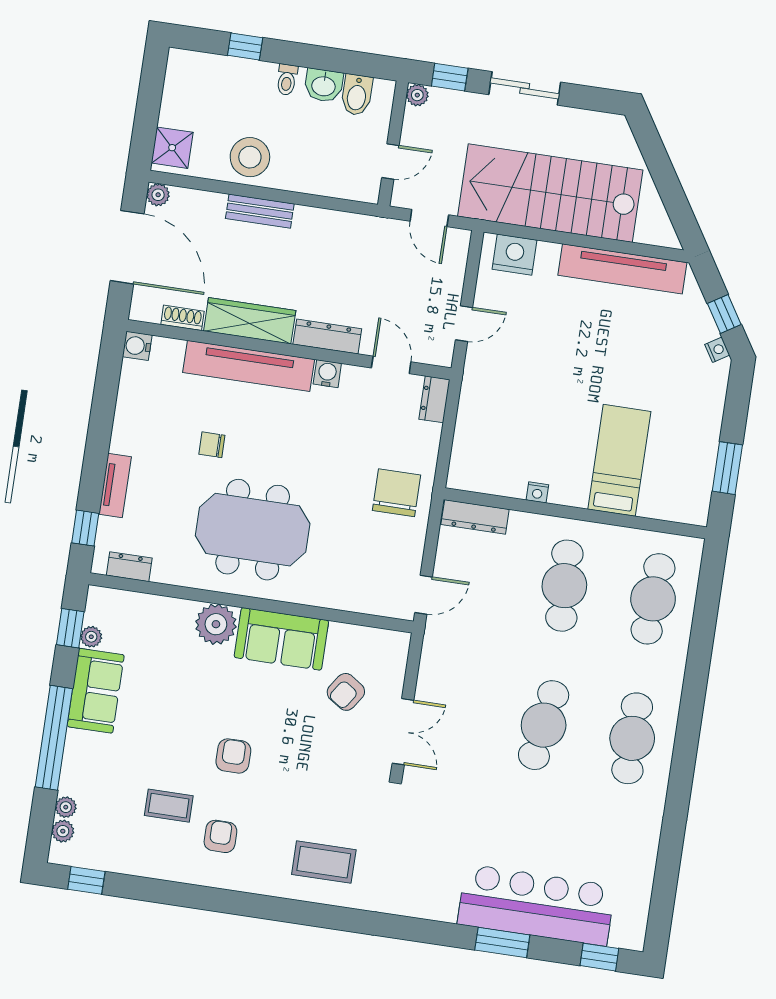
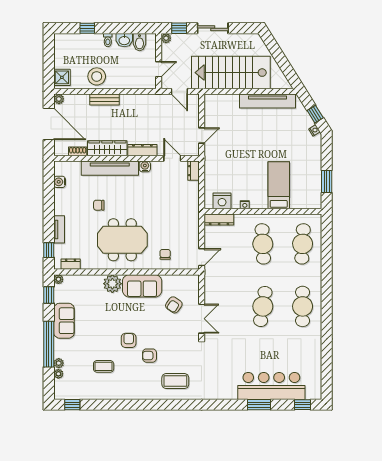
nightstand: (515, 255) -> (222, 201), moved, turned 180
water cooler: (137, 346) -> (60, 182), moved
chair: (397, 493) -> (165, 254), moved, width x0.54, depth x0.54
plant: (91, 637) -> (58, 279), moved
plant: (63, 831) -> (59, 363), moved
armchair: (220, 836) -> (150, 356), moved, turned -90

